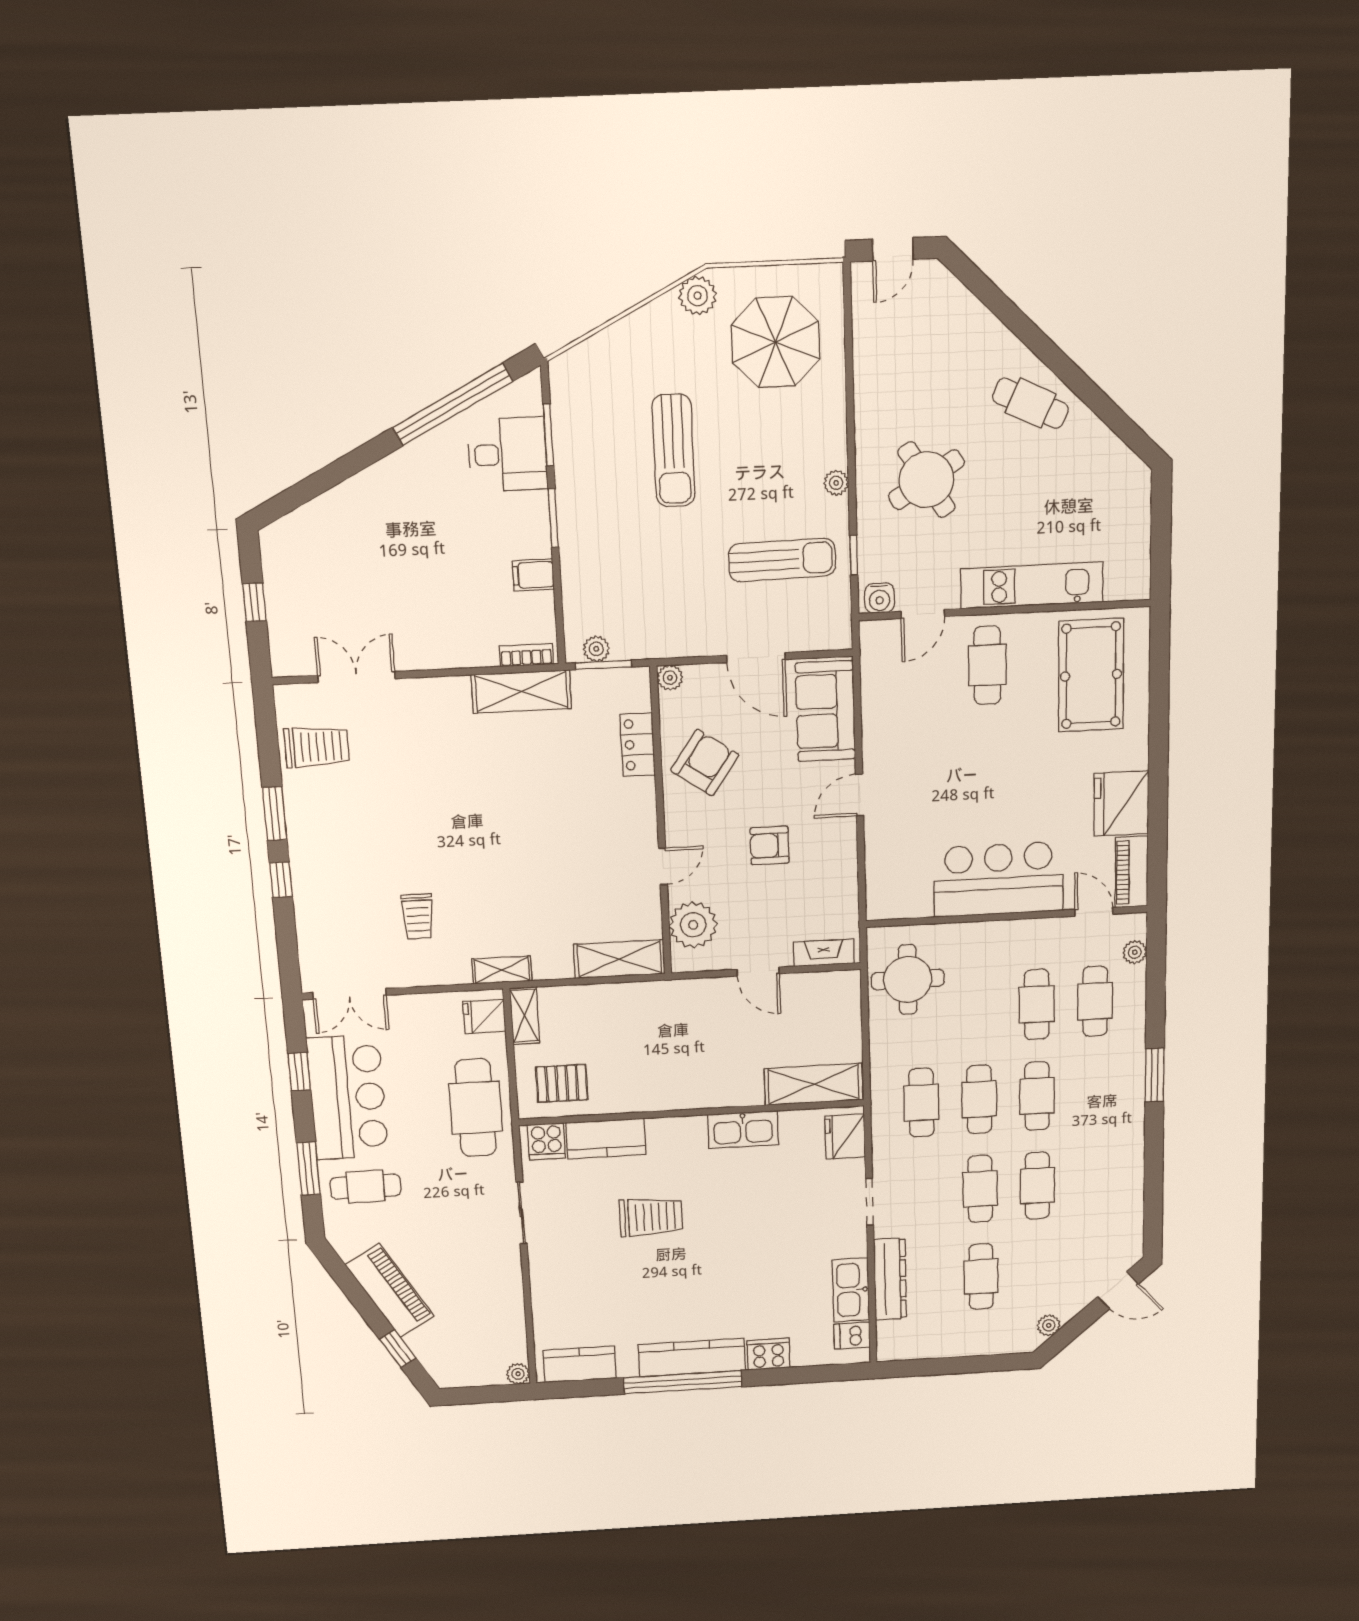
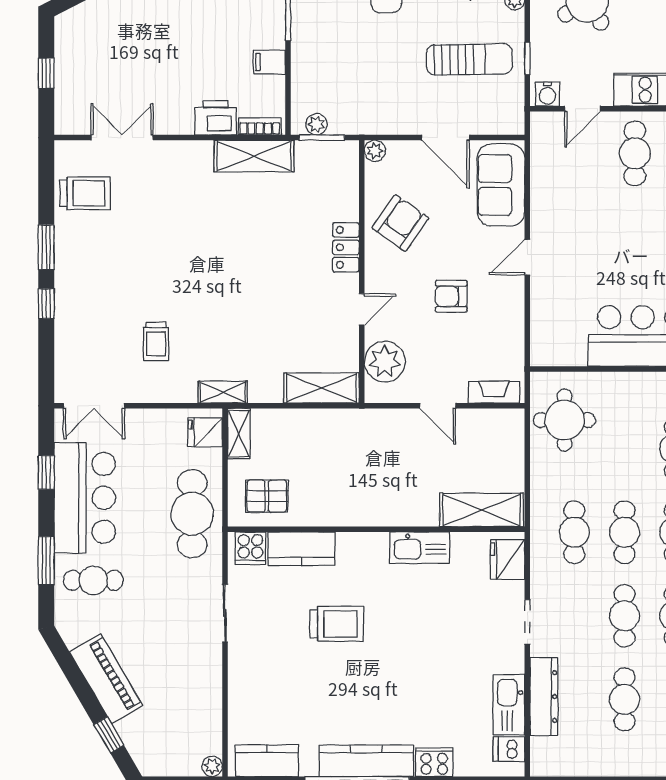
printer: (471, 647) -> (216, 118), added
locker: (638, 744) -> (346, 247), moved

